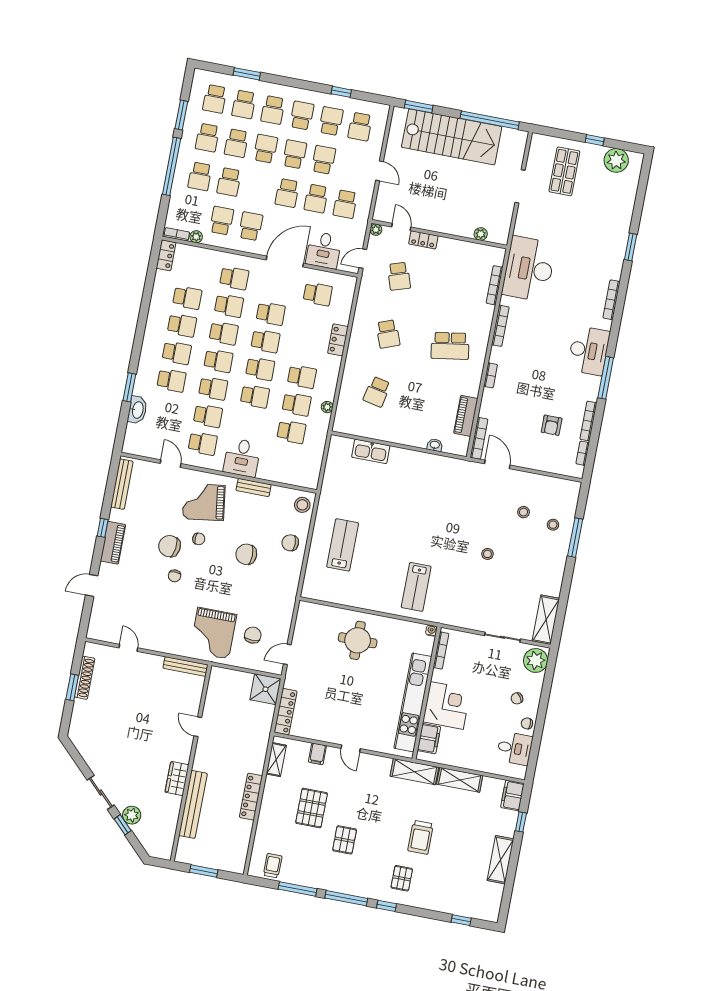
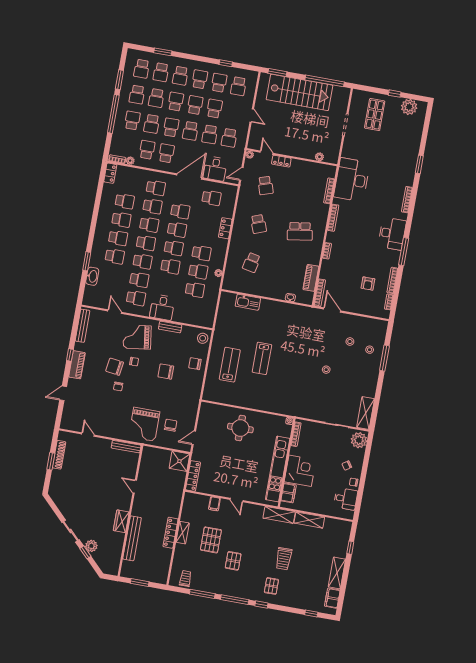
school desk: (200, 176) -> (132, 120), turned 180
school desk: (258, 187) -> (171, 127), added
lab bench: (416, 587) -> (262, 358), moved
shelving: (276, 760) -> (183, 533), moved
filing cabinet: (512, 795) -> (332, 598), moved

